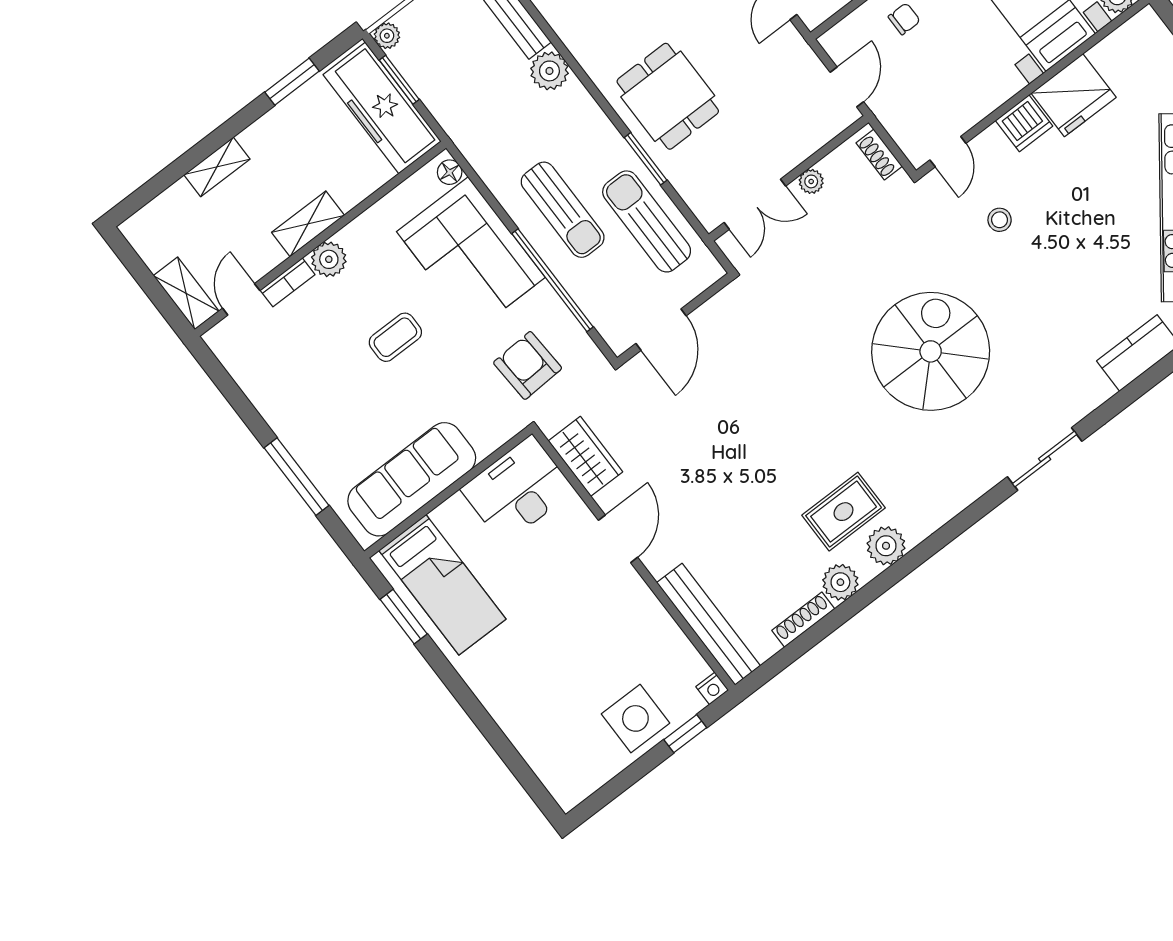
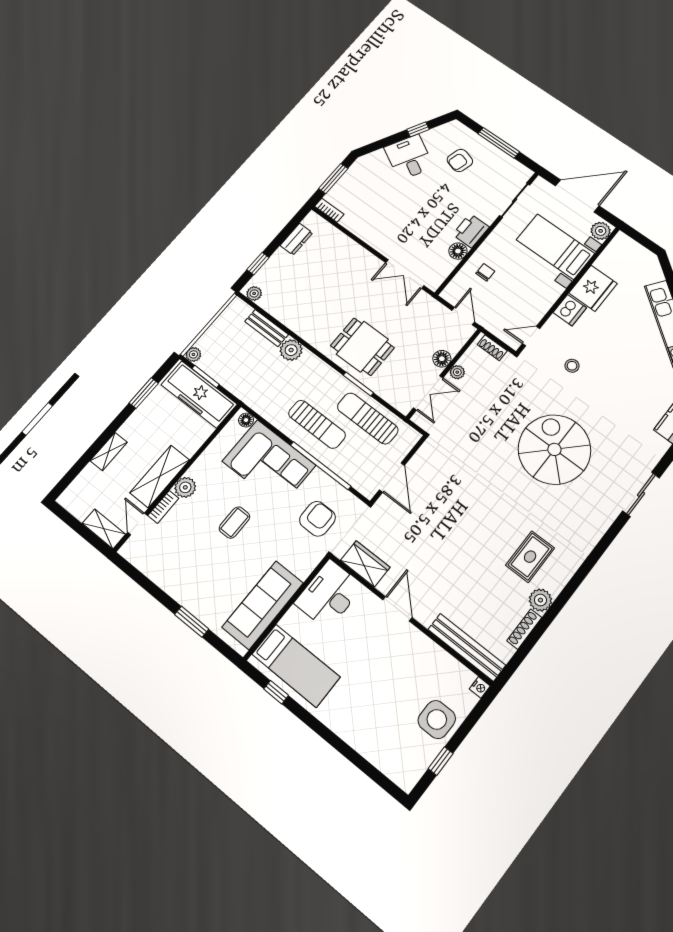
floor lamp: (792, 152) -> (442, 359), added
door: (948, 152) -> (531, 336), swing flipped
shelving: (308, 224) -> (160, 476), width x1.50, depth x1.33
armchair: (528, 365) -> (317, 519), turned 93
window: (297, 477) -> (192, 622), width x0.69
plant: (886, 546) -> (562, 571), removed
window: (404, 617) -> (276, 692), width x0.67
window: (685, 734) -> (441, 761), moved

